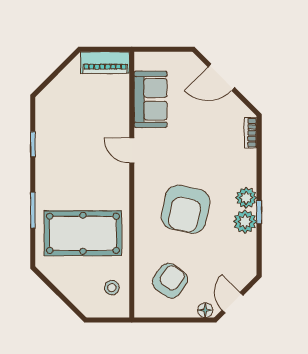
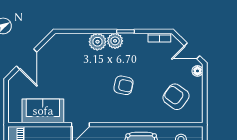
bookcase: (251, 133) -> (159, 38), moved
armchair: (186, 209) -> (123, 85), width x0.53, depth x0.53
plant: (245, 222) -> (97, 42), moved

